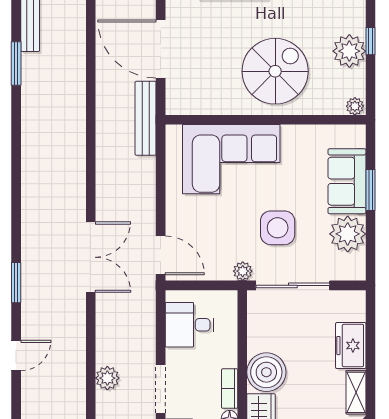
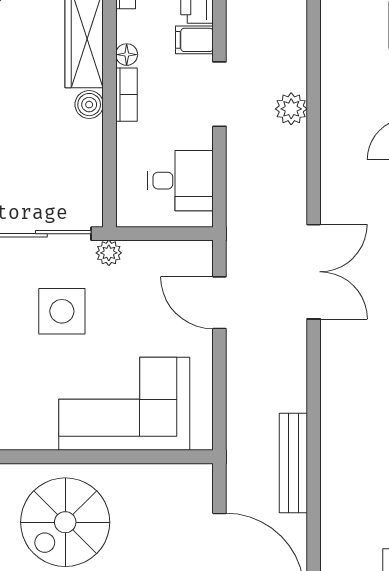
bench: (146, 118) -> (293, 463), moved
door: (161, 255) -> (219, 303), moved
double door: (91, 257) -> (314, 272), swing flipped
boiler: (266, 372) -> (89, 105), width x0.54, depth x0.54

